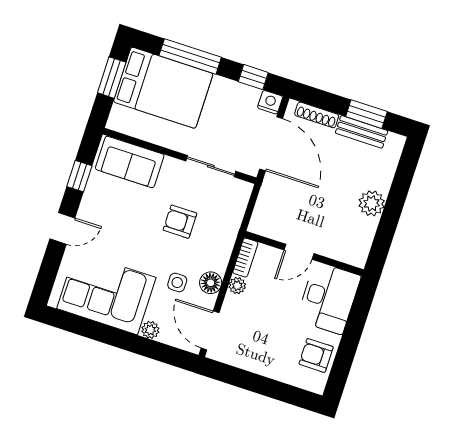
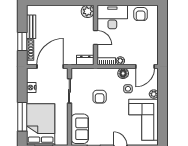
window: (253, 77) -> (22, 85), removed
nightstand: (270, 102) -> (31, 87), moved
window: (366, 114) -> (22, 41), moved
plant: (372, 203) -> (88, 11), moved
dresser: (261, 217) -> (85, 60), added

